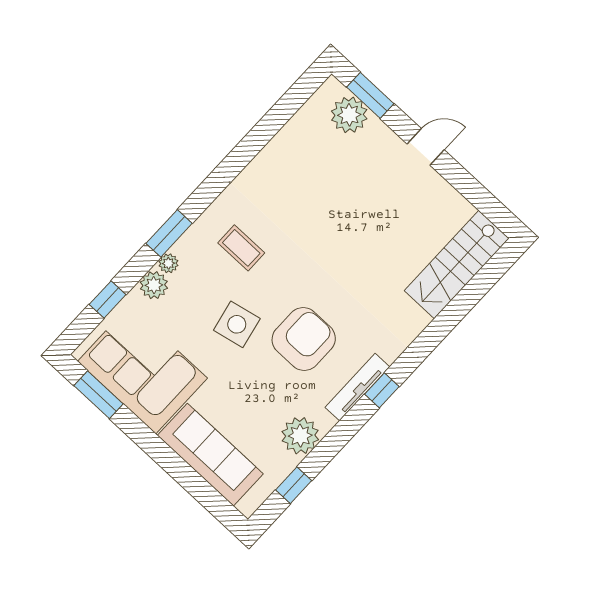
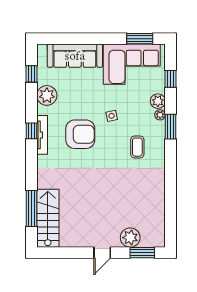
plant: (349, 115) -> (130, 238), moved
coffee table: (241, 248) -> (137, 147), turned 90
window: (467, 299) -> (31, 208), added
side table: (237, 324) -> (112, 116), width x0.54, depth x0.54
armchair: (304, 339) -> (80, 134), turned -90
window: (382, 390) -> (31, 131), moved

